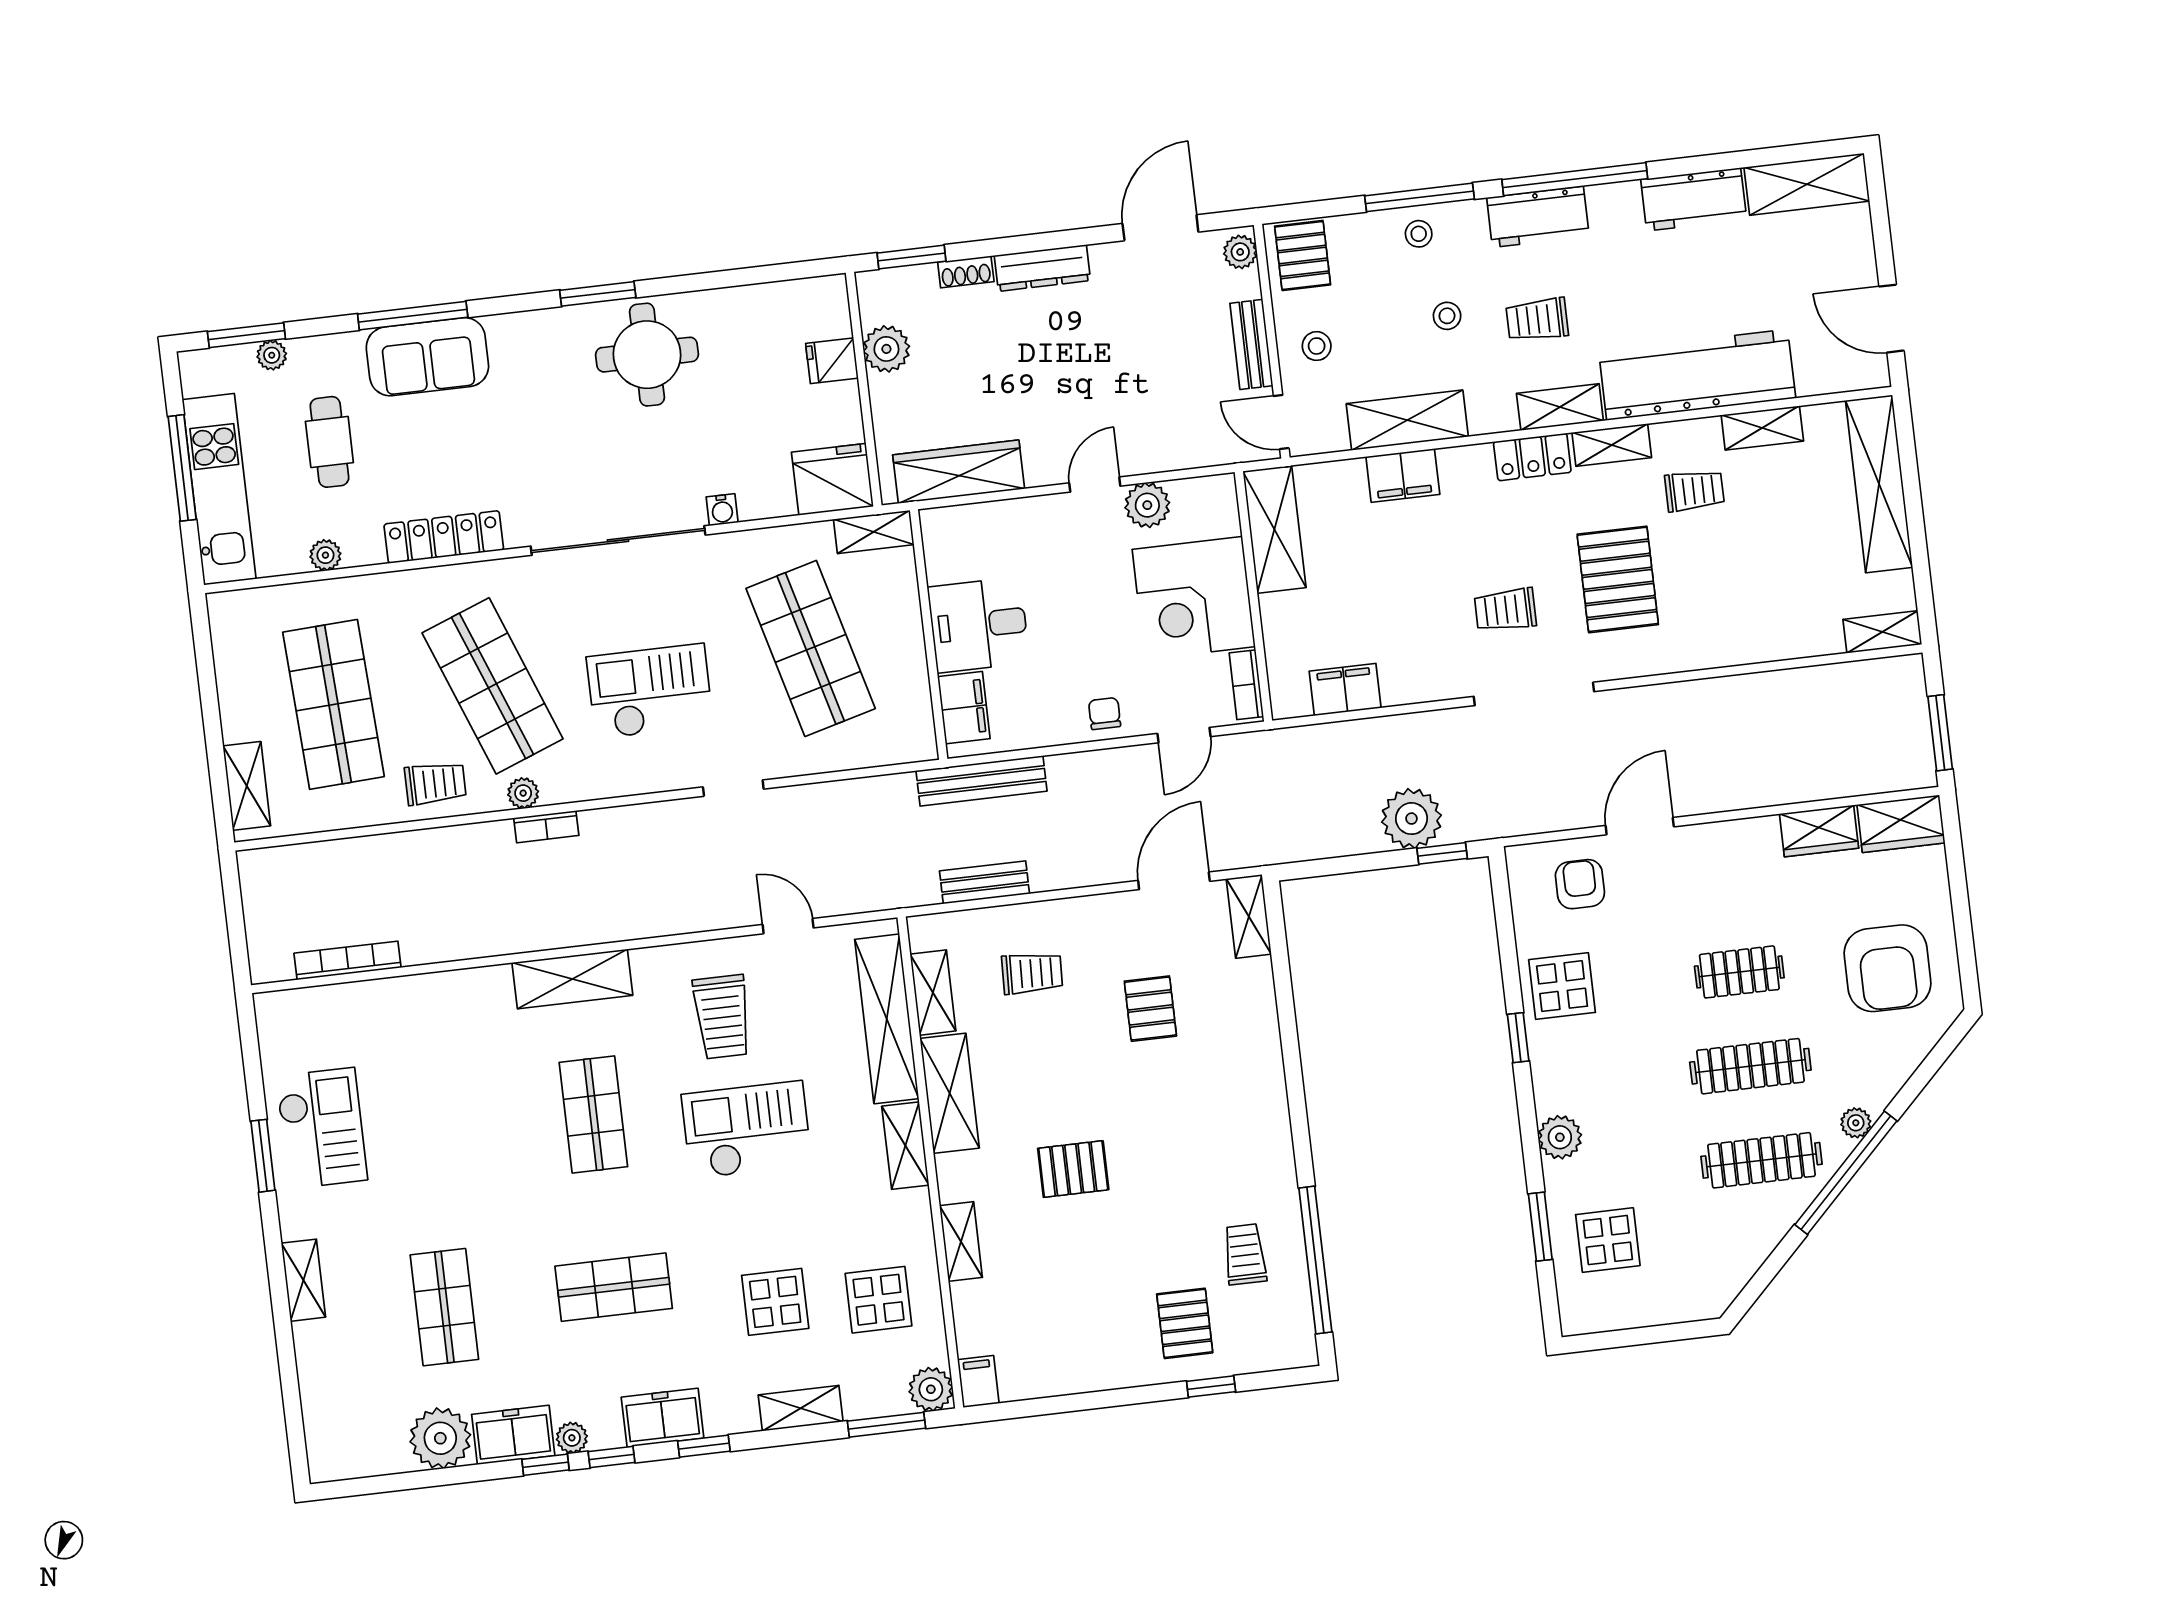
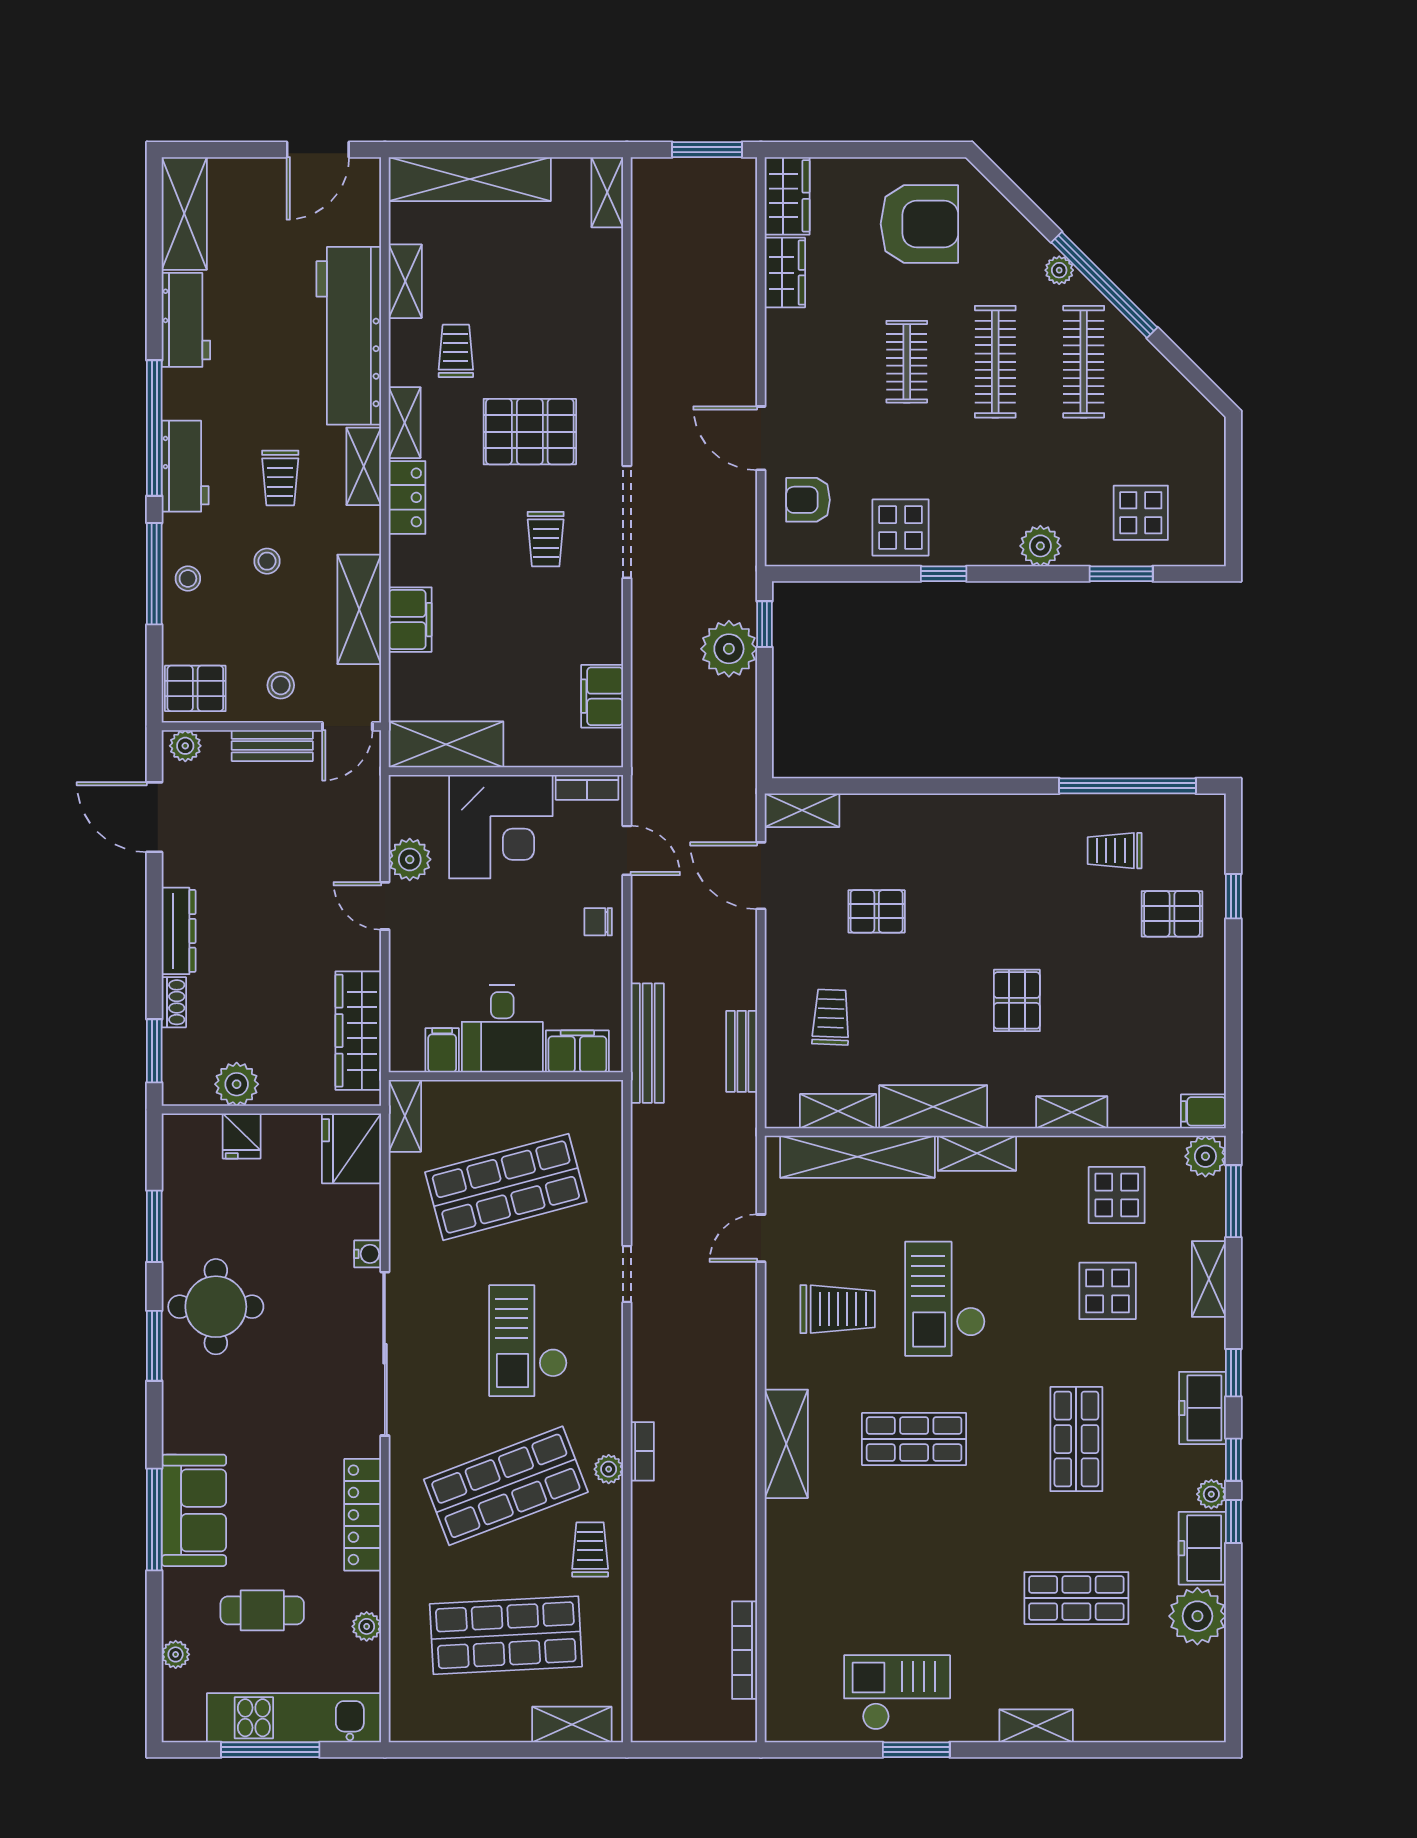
window: (246, 335) -> (154, 1226), moved
filing cabinet: (948, 563) -> (442, 1050), added

